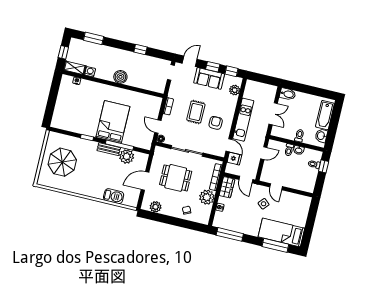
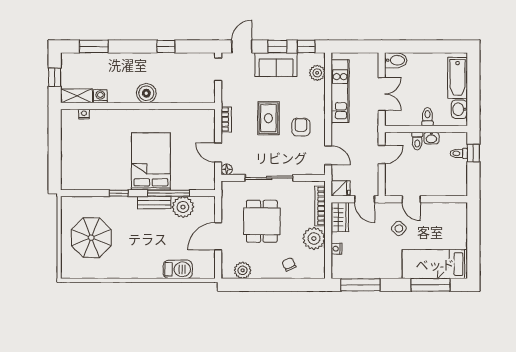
kitchen unit: (243, 120) -> (340, 91), moved
fridge: (234, 159) -> (341, 188), moved
dining table: (176, 178) -> (262, 221), turned 90

